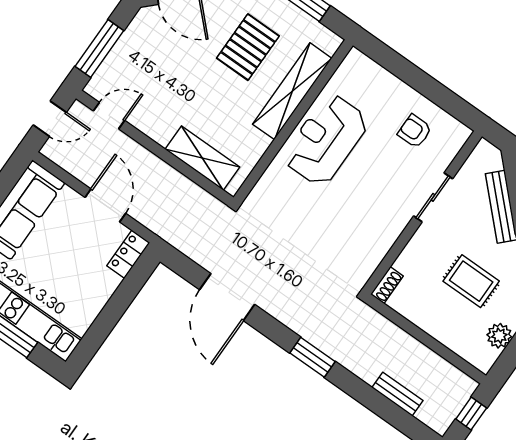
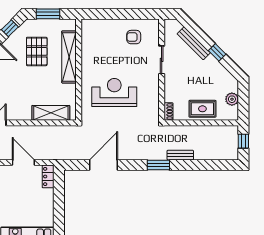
reception desk: (326, 140) -> (114, 92), moved, turned 90
rug: (471, 281) -> (202, 109), moved
door: (227, 297) -> (103, 165), swing flipped
bench: (397, 394) -> (180, 155), moved

